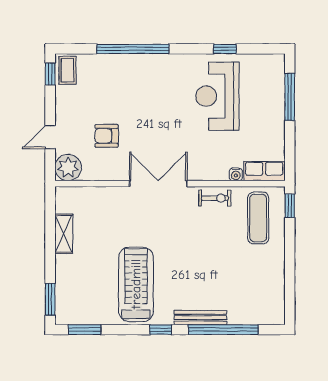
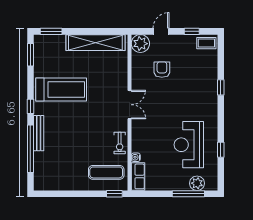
window: (133, 49) -> (221, 87), width x0.32
window: (50, 74) -> (192, 31), moved
plant: (274, 84) -> (197, 183), added
reception desk: (217, 96) -> (189, 145), turned -90
door: (50, 137) -> (161, 31), hinge flipped
double door: (158, 184) -> (129, 105), width x0.73
shelving: (64, 234) -> (95, 43), width x2.20, depth x1.33

